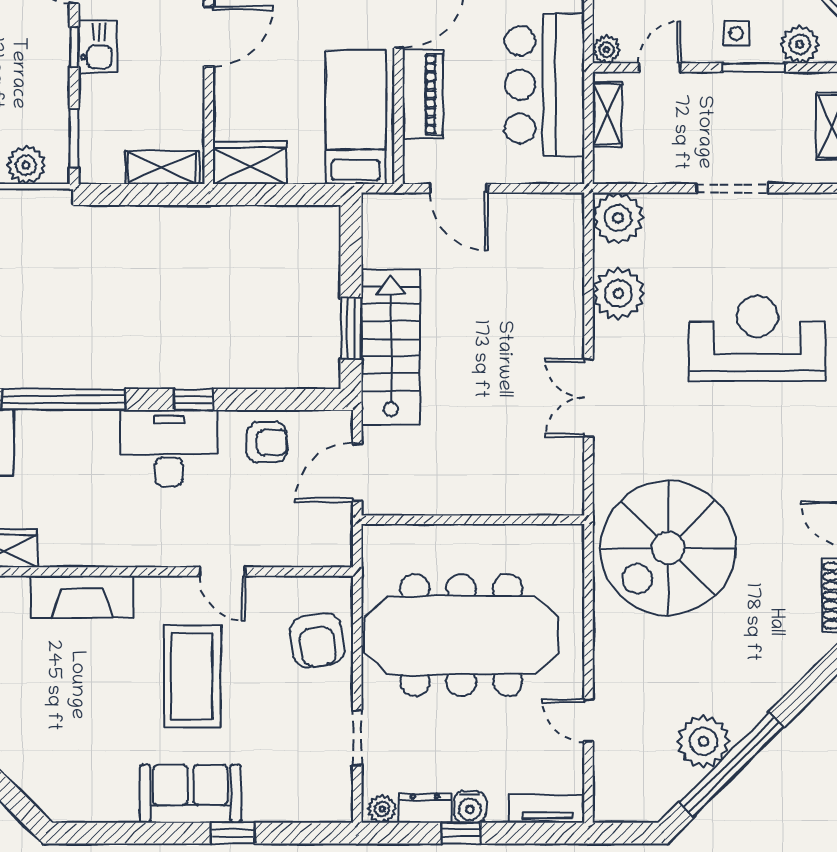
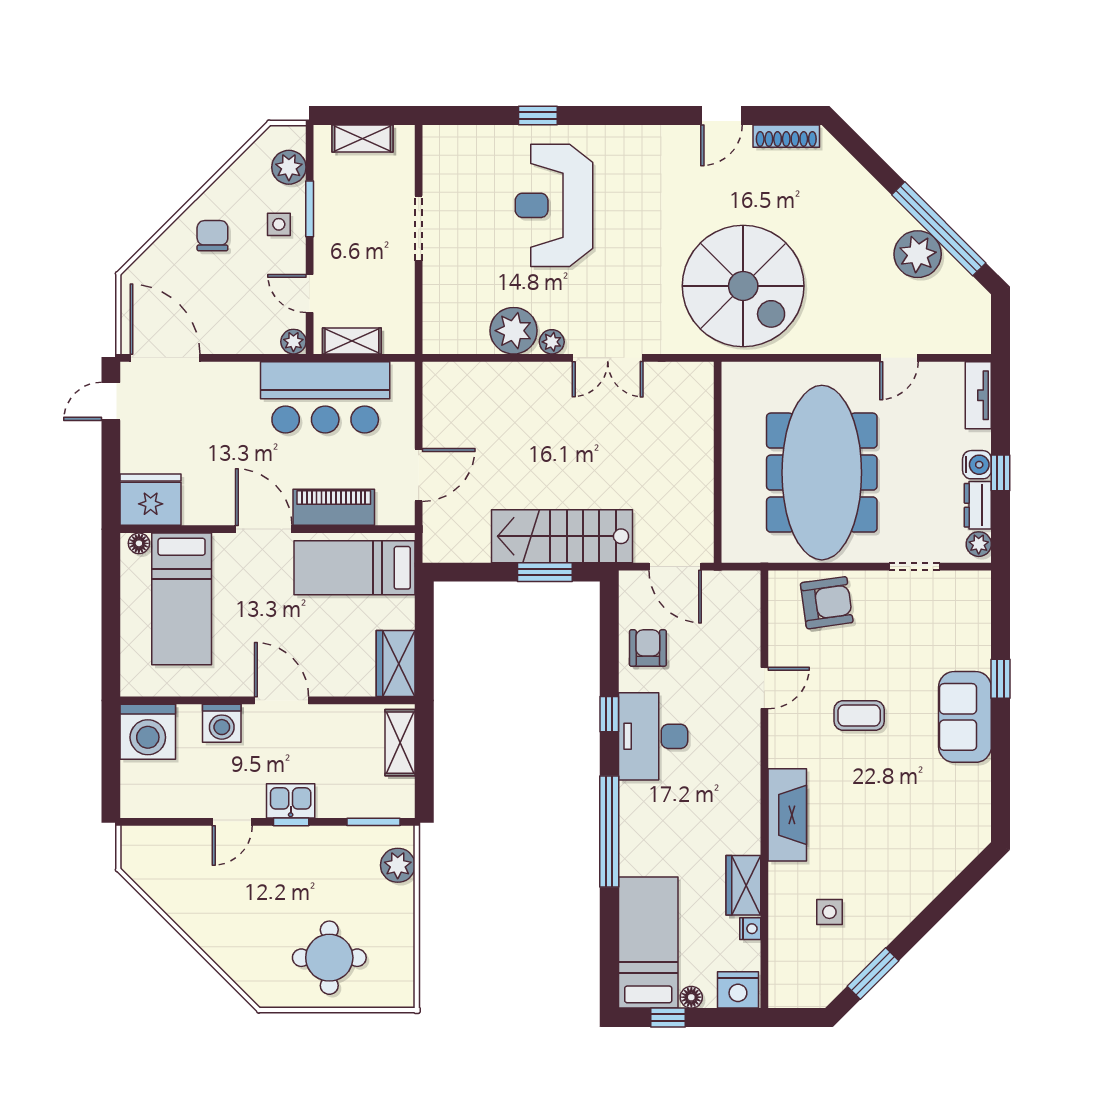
plant: (618, 218) -> (552, 342), moved, width x0.53, depth x0.53
coffee table: (192, 676) -> (859, 716), width x0.54, depth x0.58

